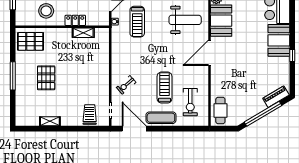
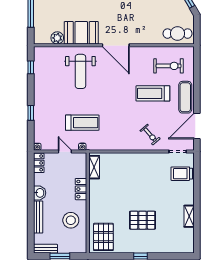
weight bench: (185, 20) -> (80, 71), turned 180
shelving: (83, 33) -> (94, 167), moved
window: (13, 76) -> (140, 256), width x0.46

